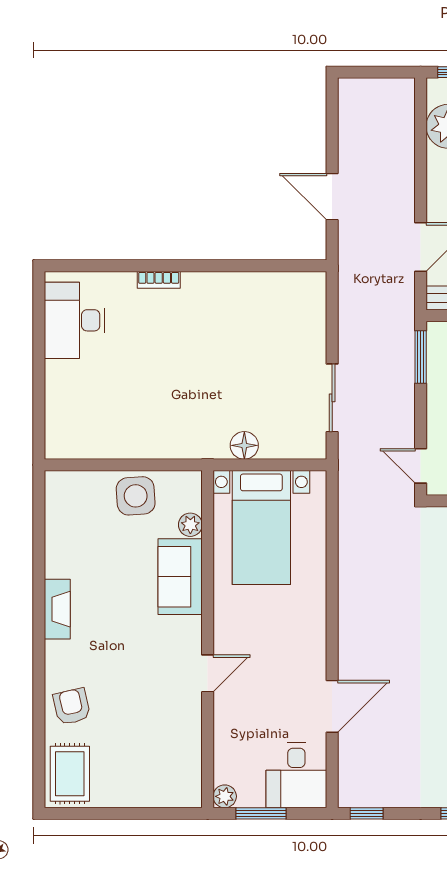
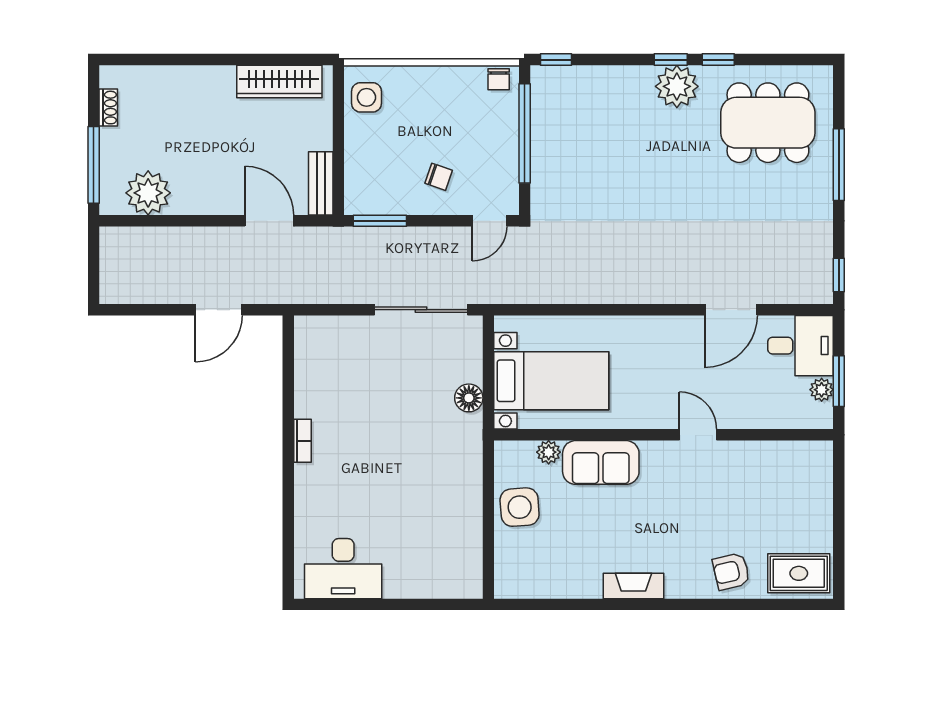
bookcase: (159, 280) -> (302, 441), moved
sliding door: (332, 398) -> (421, 310), width x1.37
door: (332, 706) -> (731, 310), swing flipped
plant: (225, 796) -> (822, 390), moved

